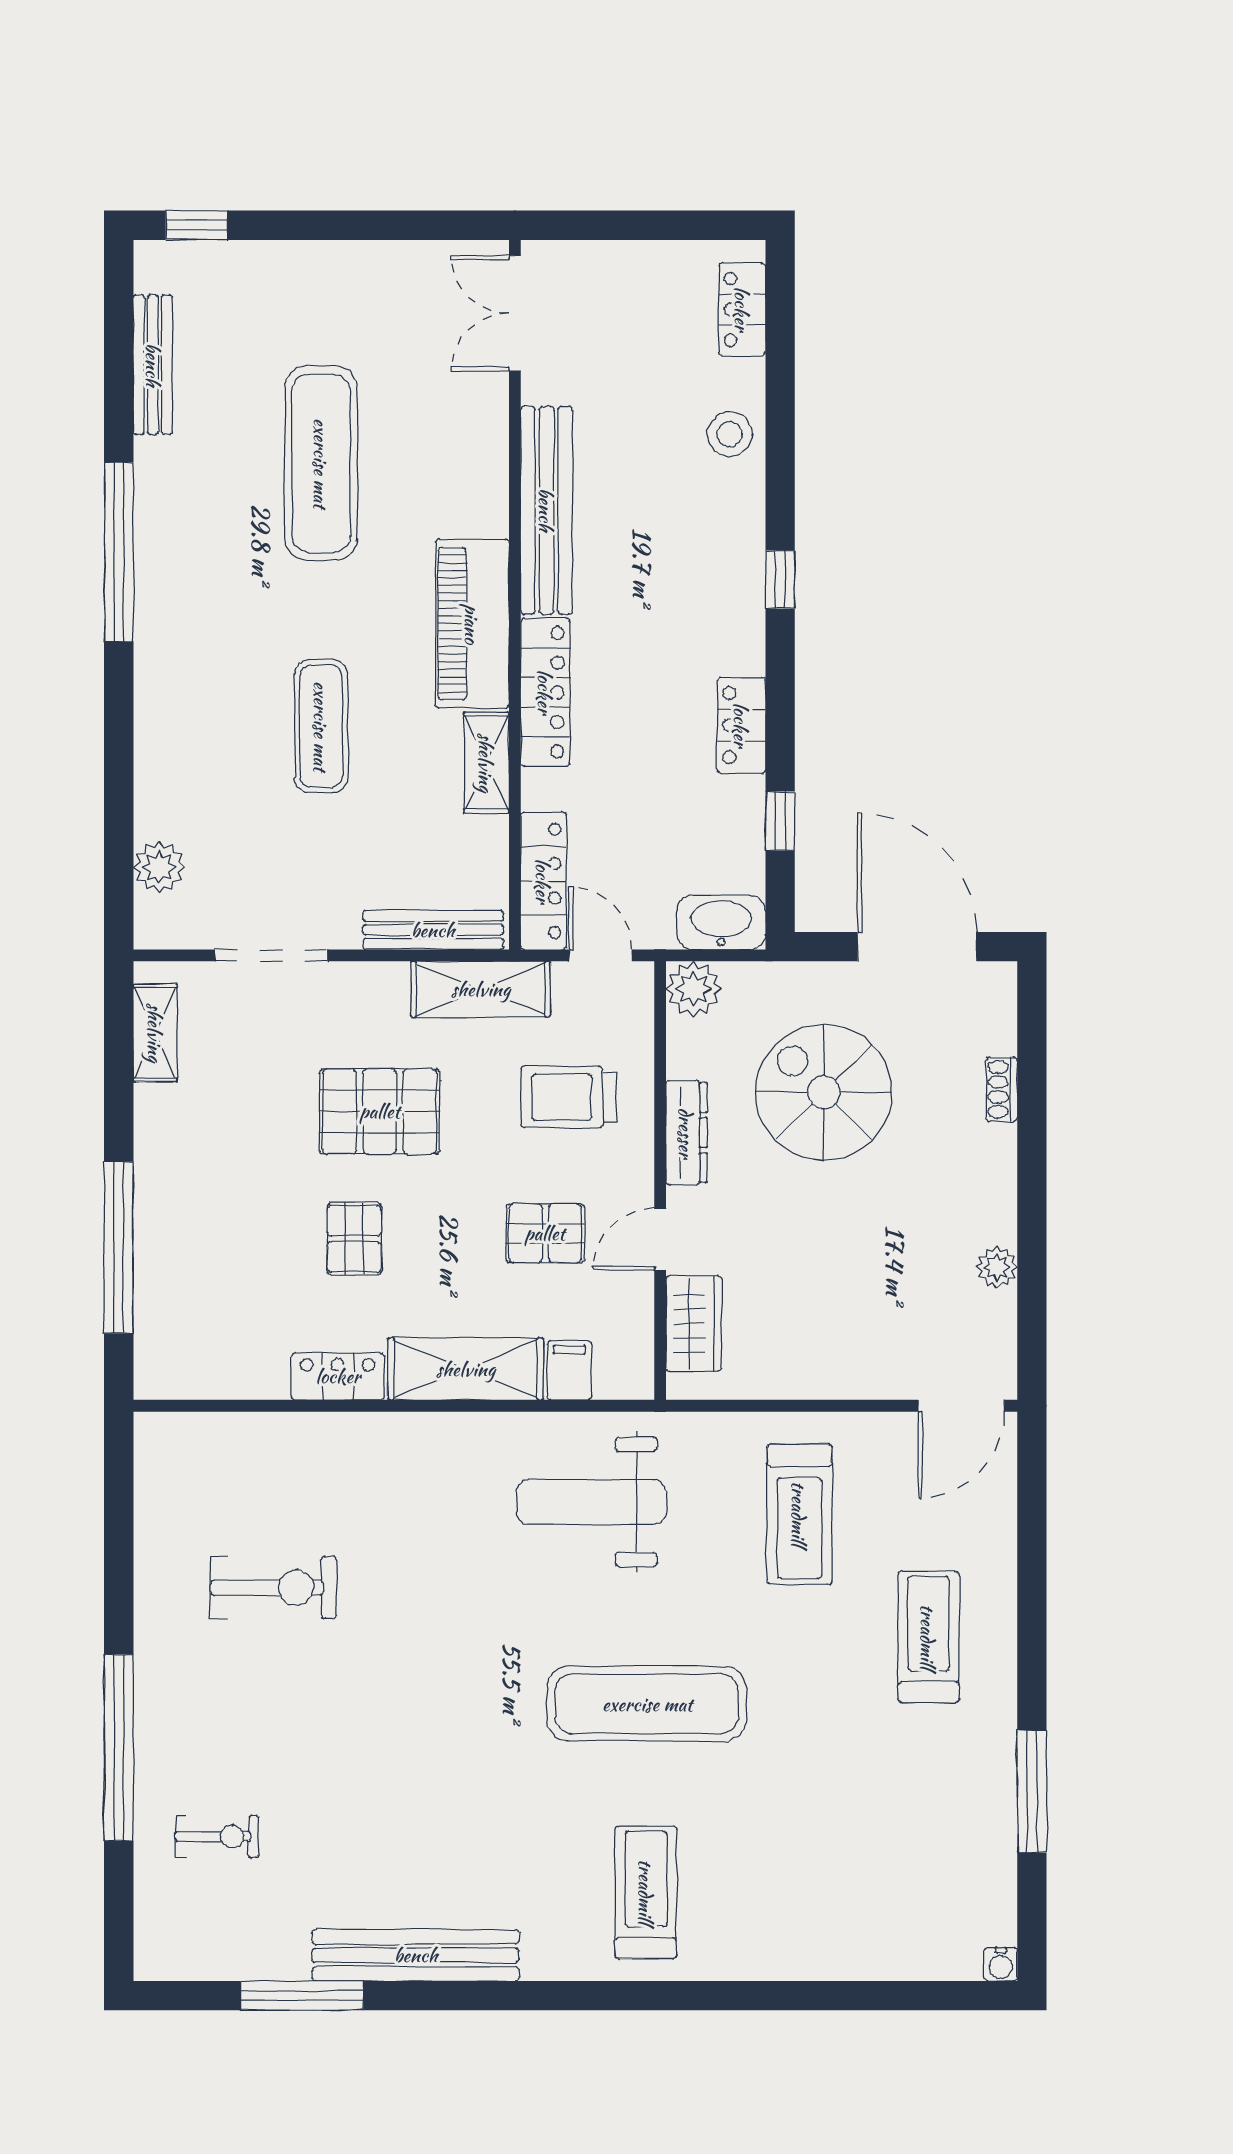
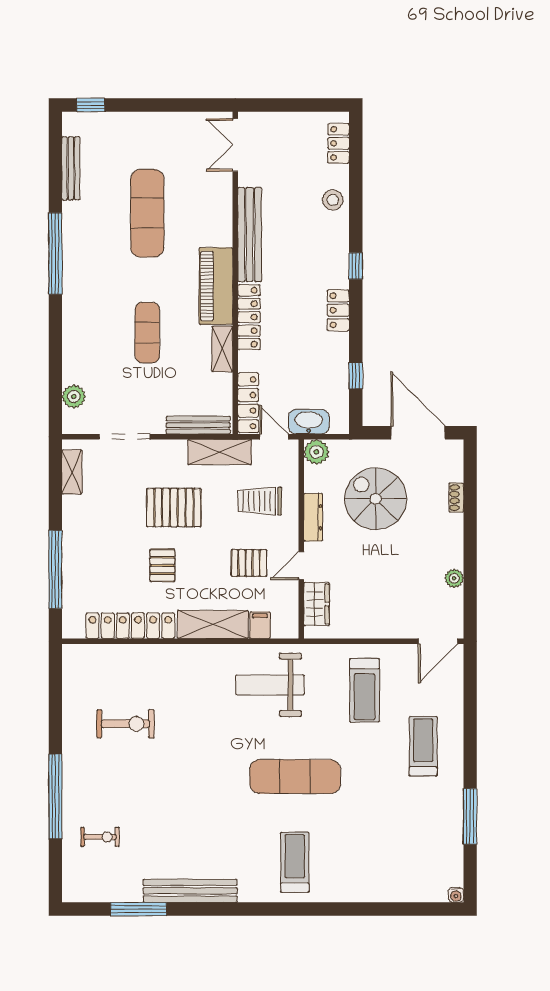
locker: (741, 725) -> (338, 310), moved
washbasin: (721, 922) -> (309, 422), moved
locker: (338, 1376) -> (130, 626), width x2.16, depth x1.21

